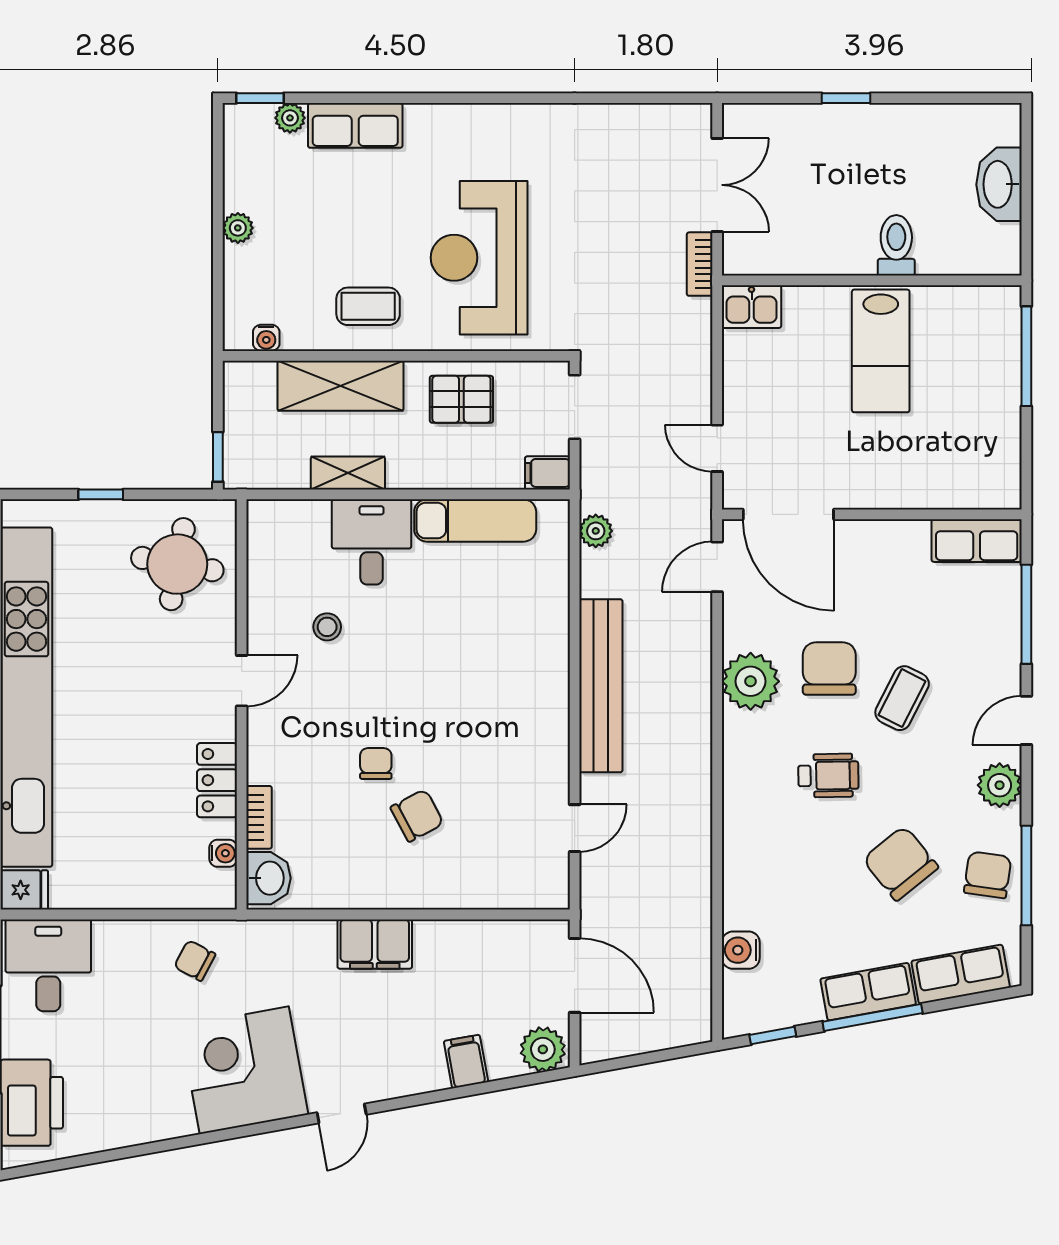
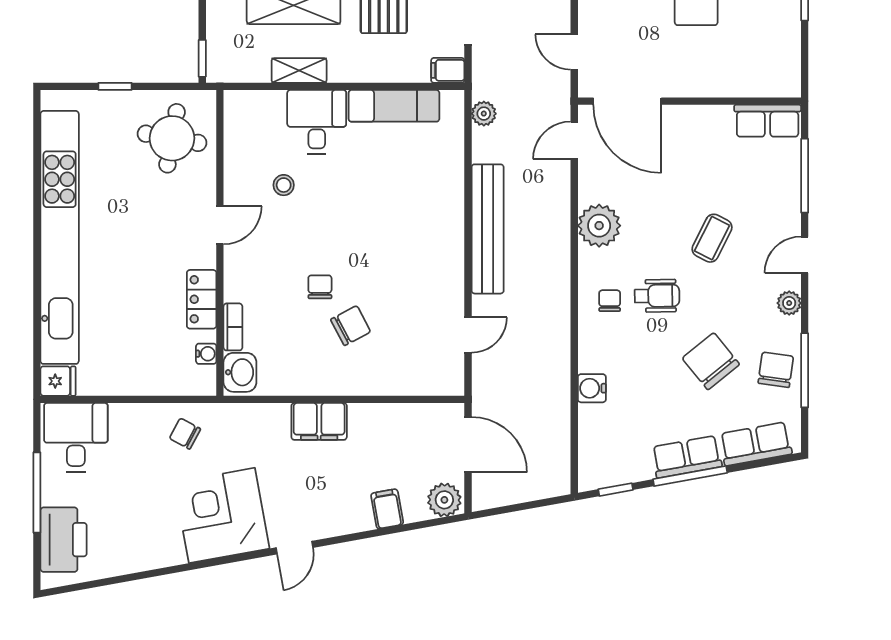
chair: (829, 668) -> (610, 301), moved, width x0.54, depth x0.54
plant: (1000, 785) -> (789, 303), width x0.73, depth x0.73
water cooler: (741, 950) -> (592, 388), moved

